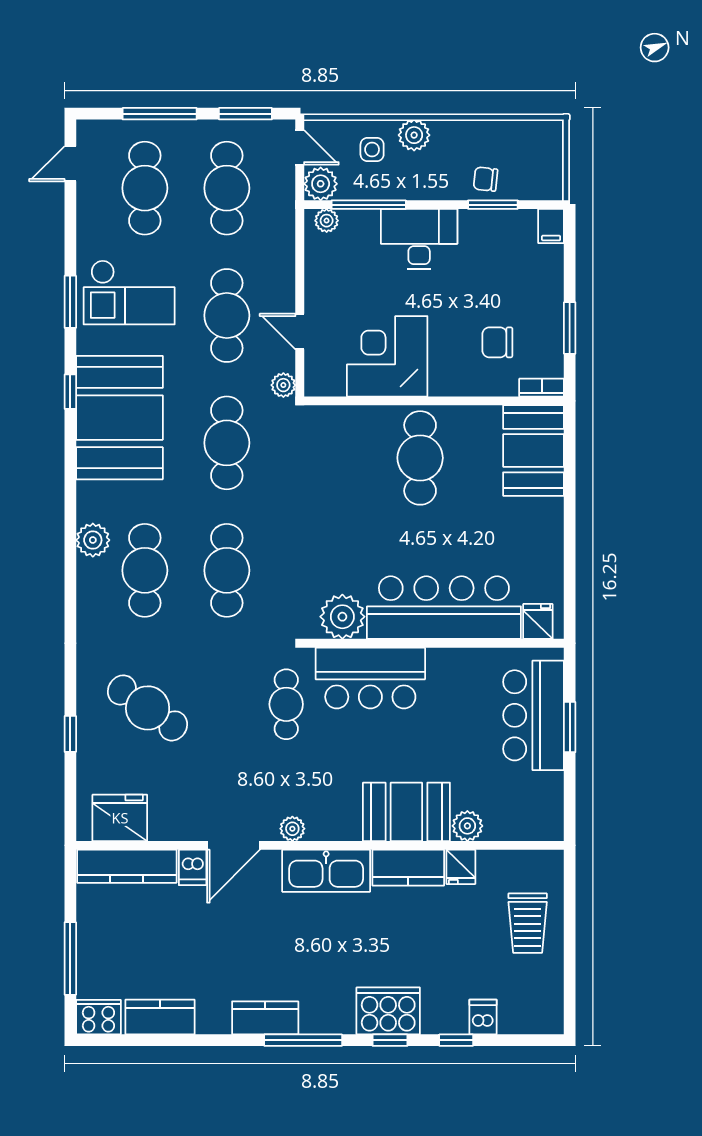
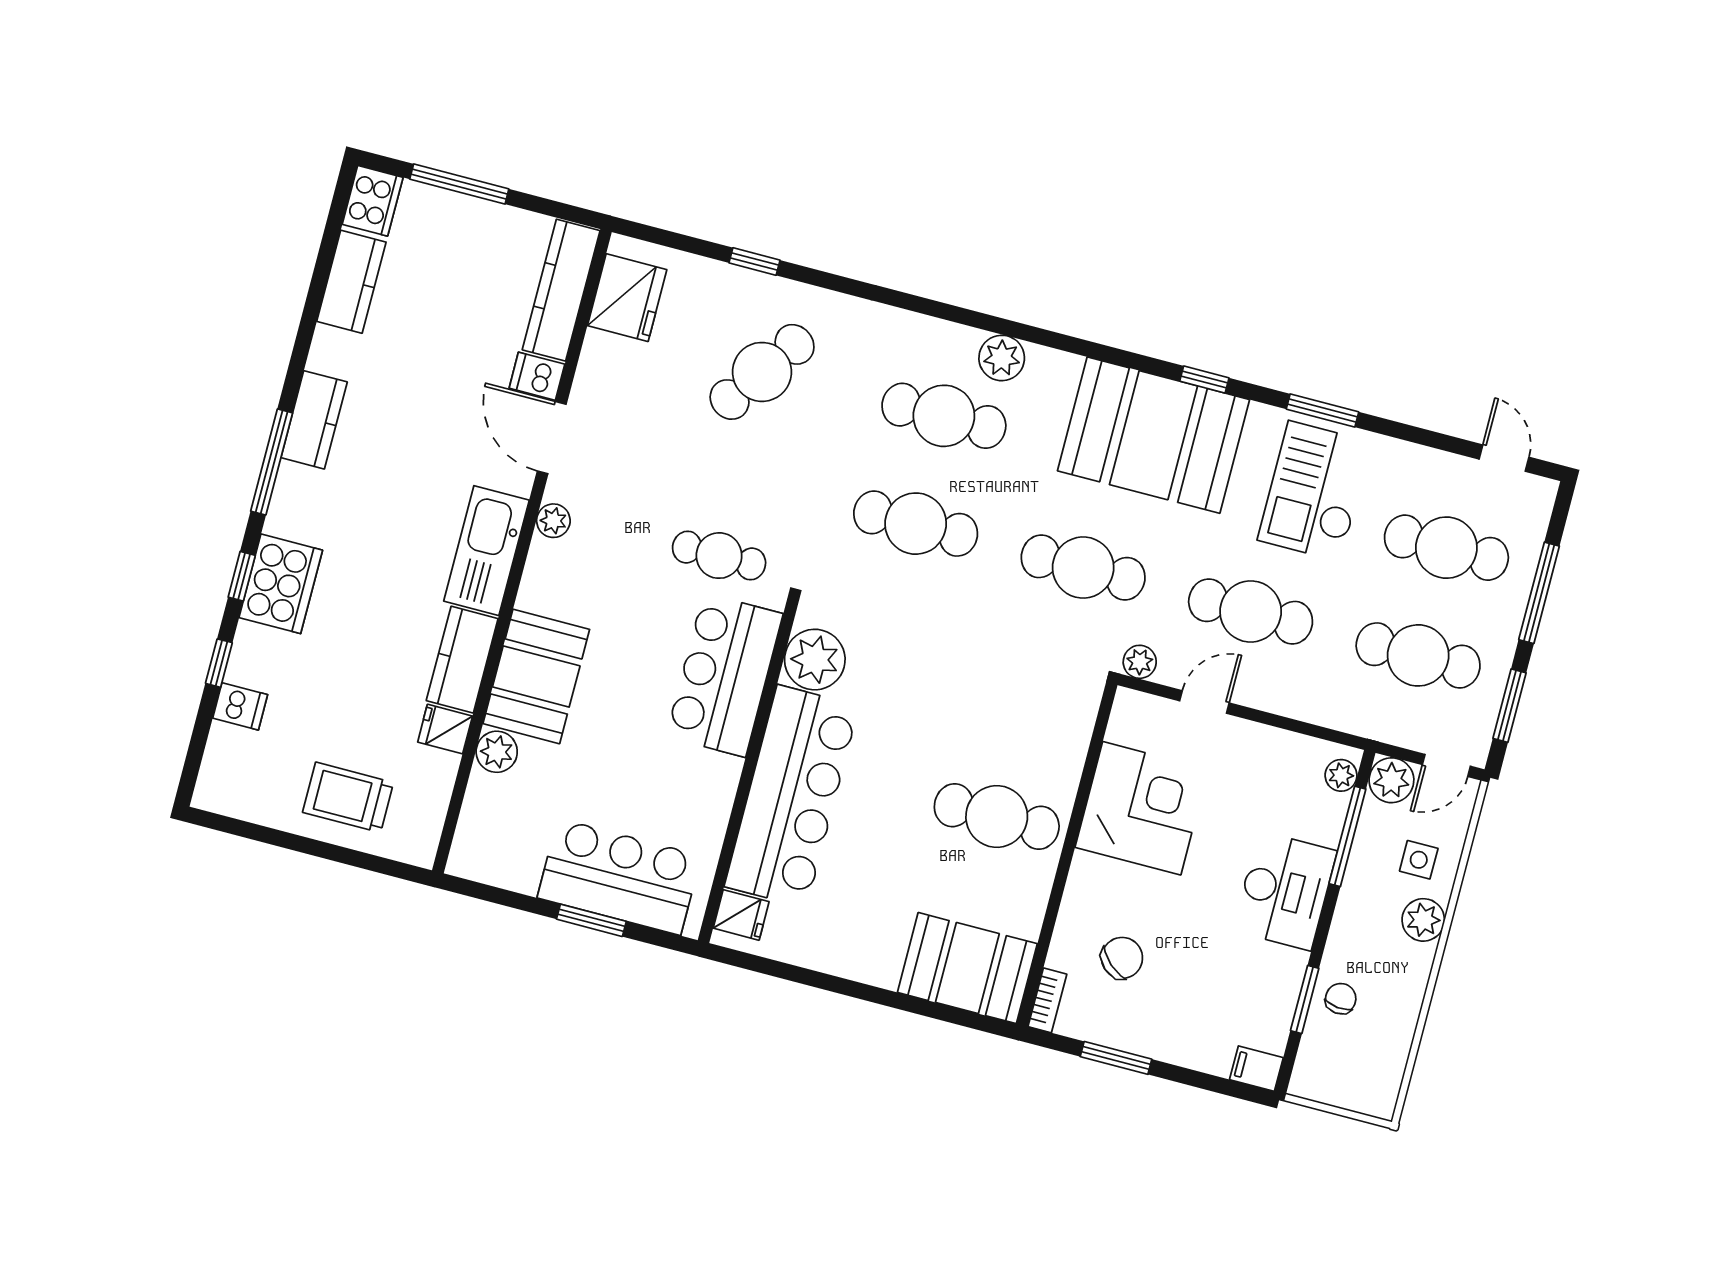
chair: (497, 342) -> (1122, 958), turned 42

